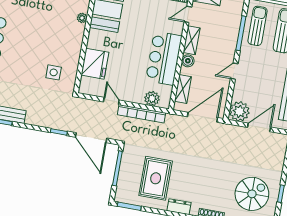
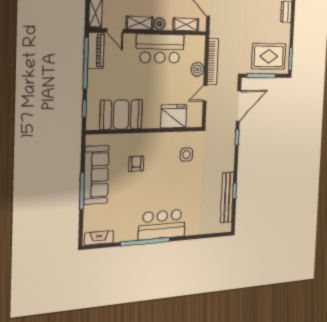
armchair: (56, 18) -> (136, 164), added
plant: (82, 18) -> (133, 138), removed
plant: (152, 99) -> (197, 69), moved
rug: (156, 178) -> (269, 56), moved

